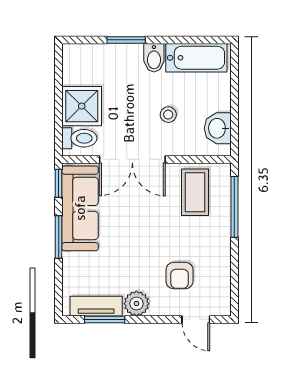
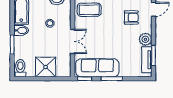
toilet: (79, 138) -> (20, 68), moved
double door: (132, 159) -> (73, 41), width x0.73

